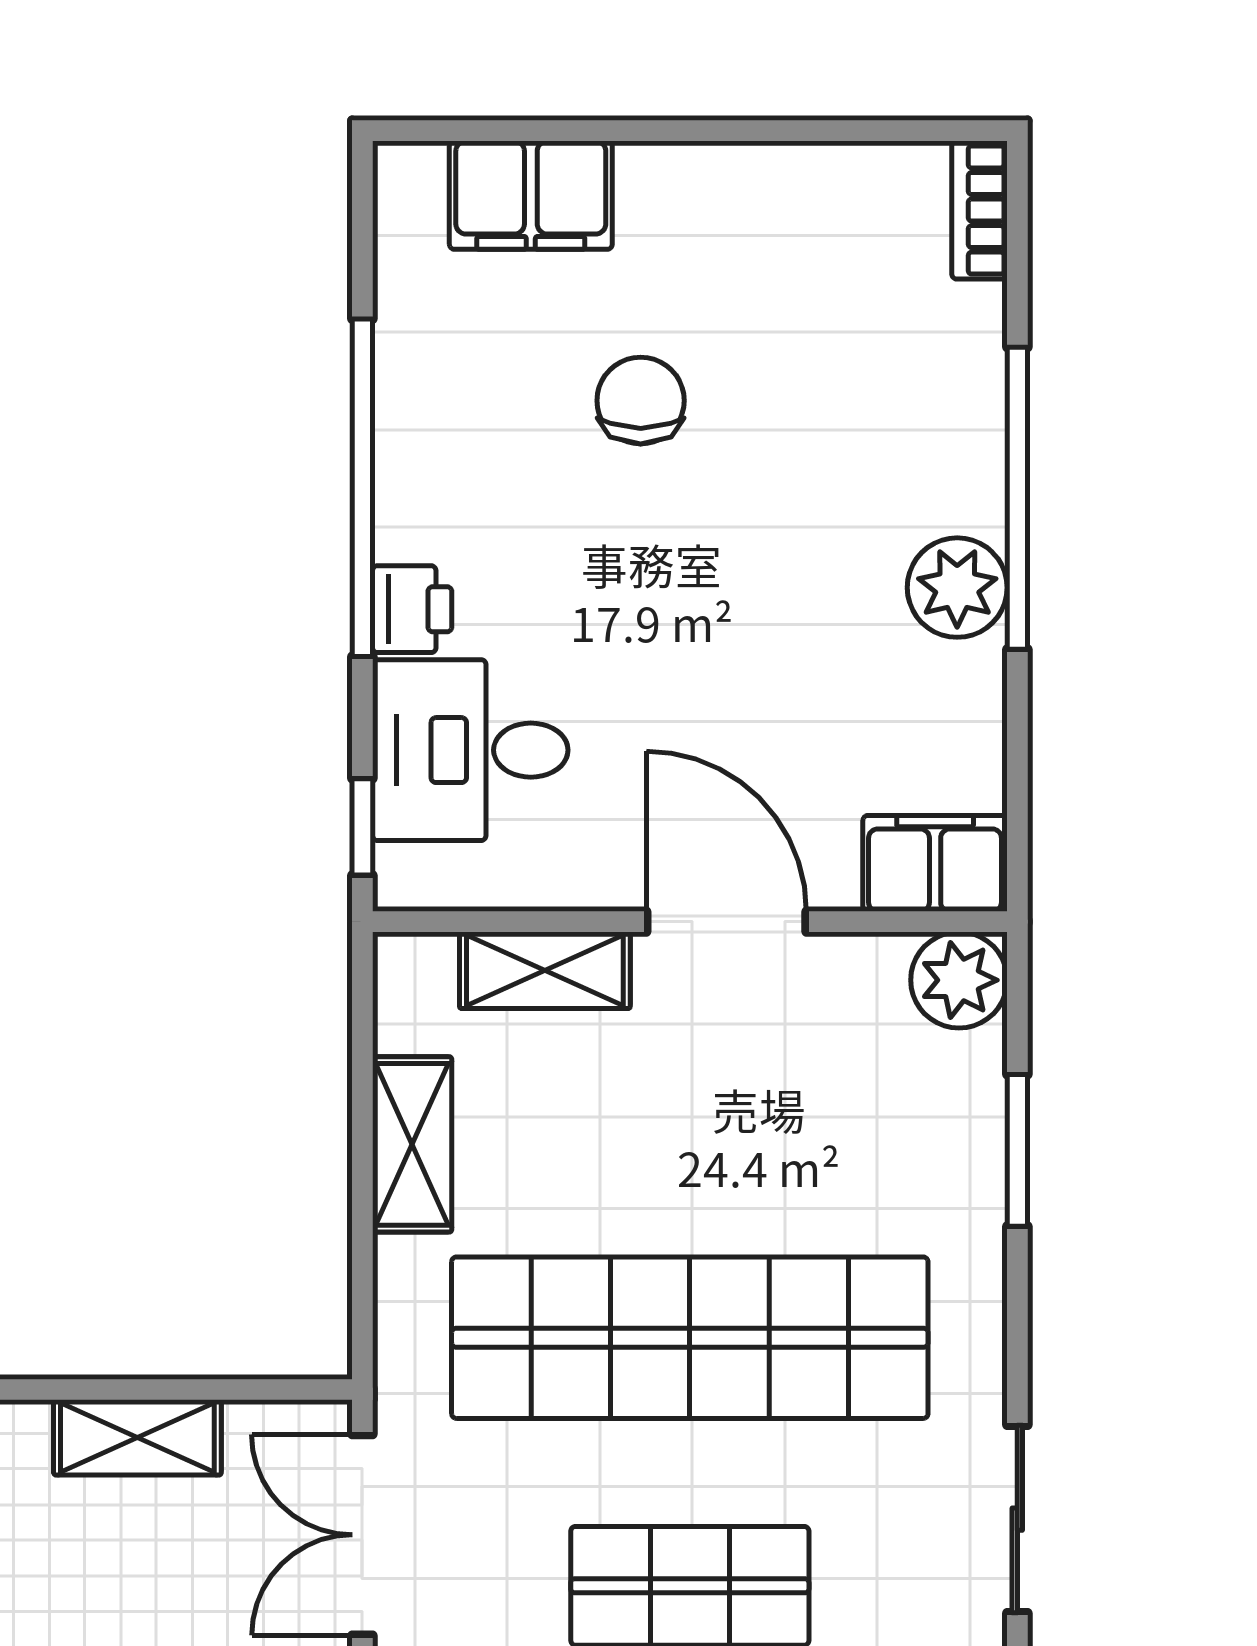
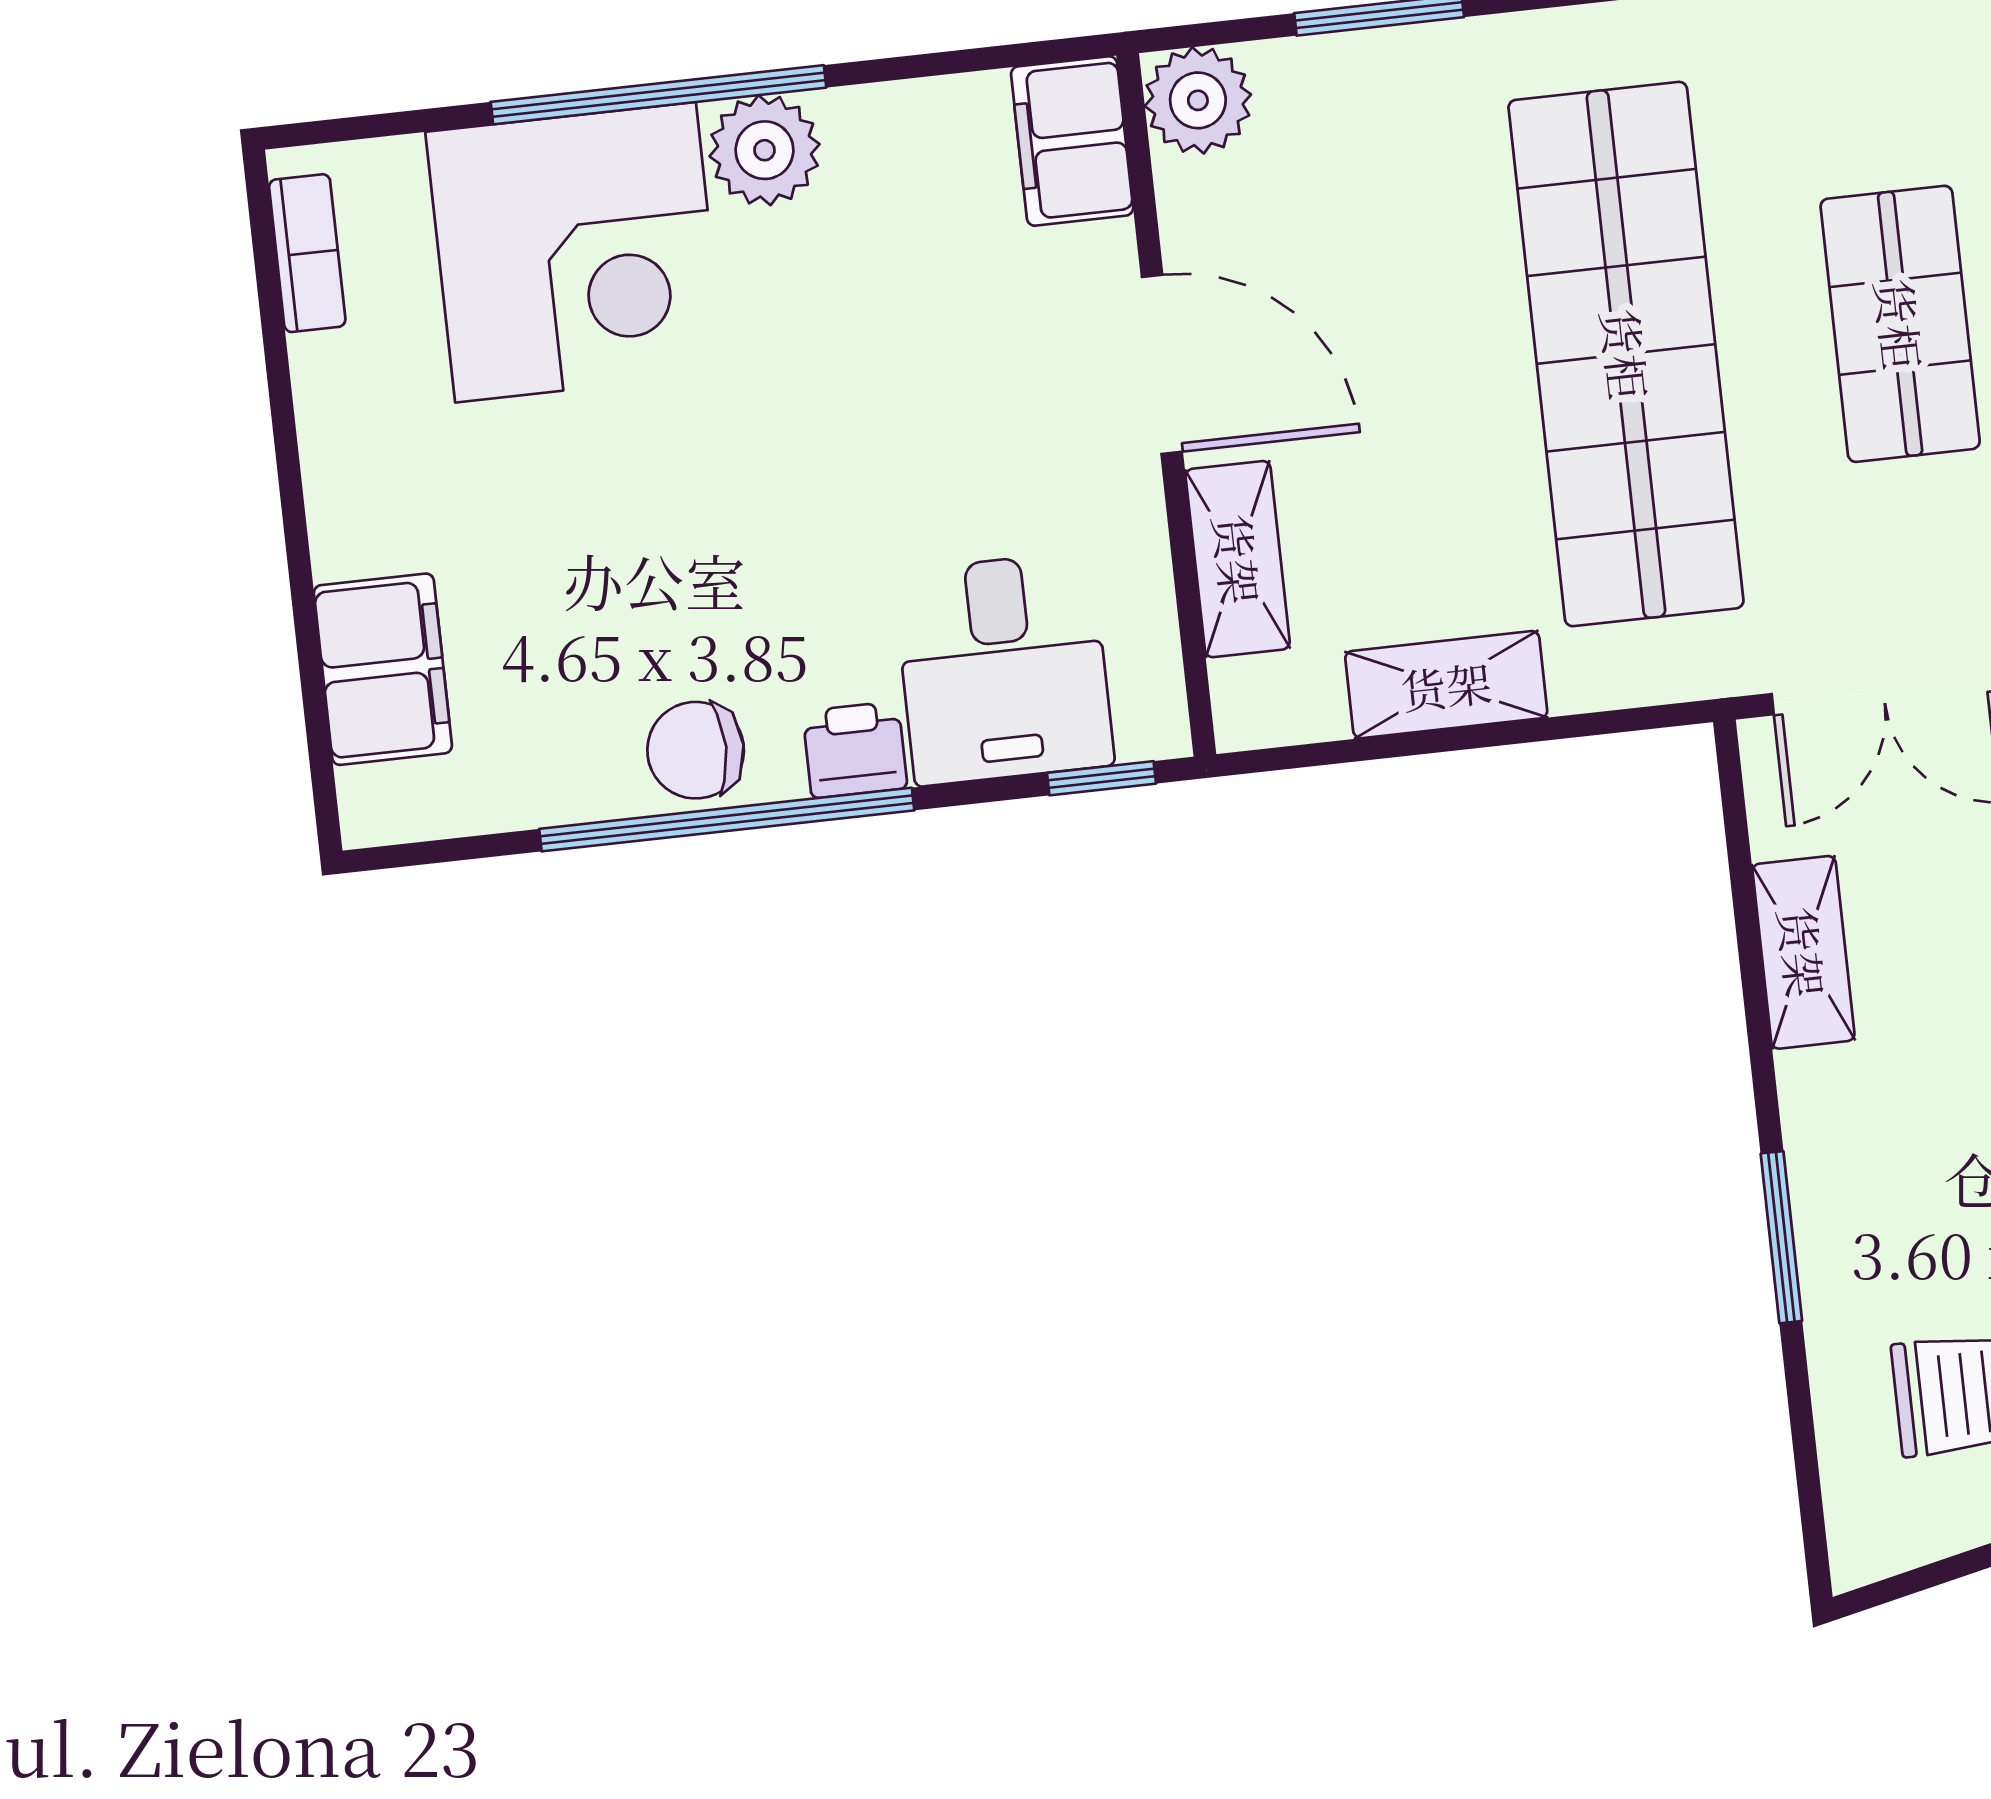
bookcase: (979, 210) -> (307, 253), moved, turned -90
chair: (641, 401) -> (696, 750), moved
corner desk: (885, 408) -> (575, 252), added
door: (726, 922) -> (1162, 364), swing flipped

